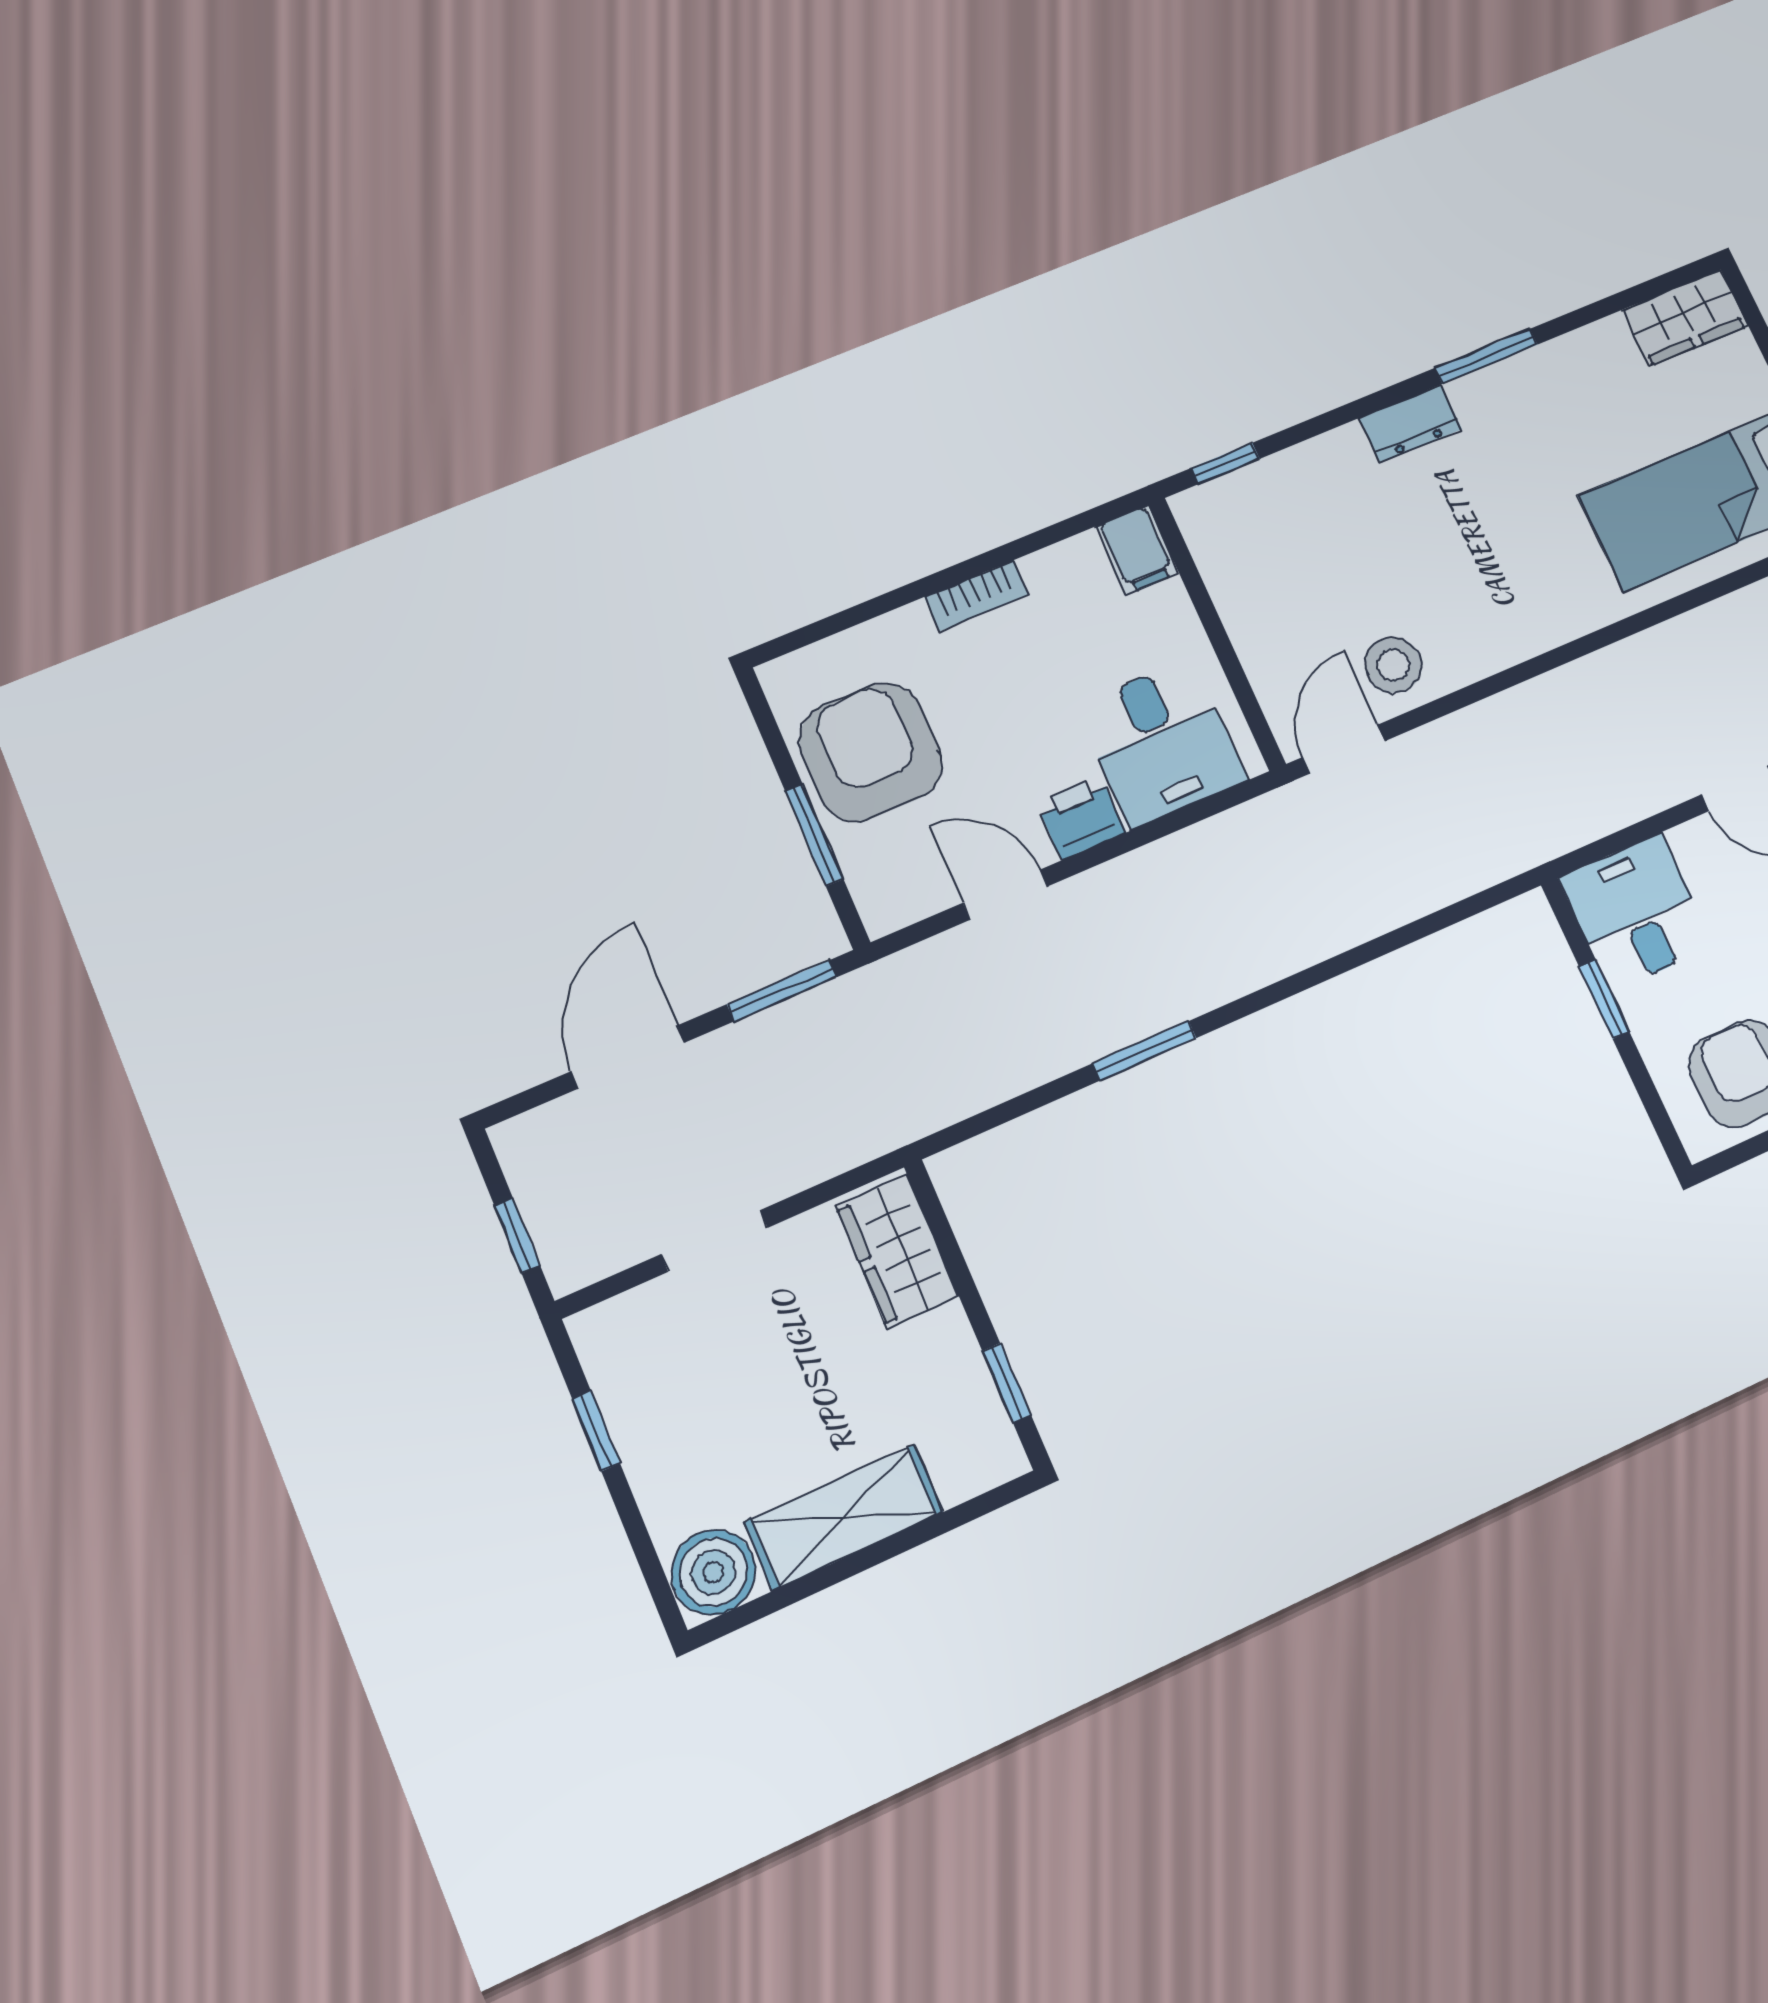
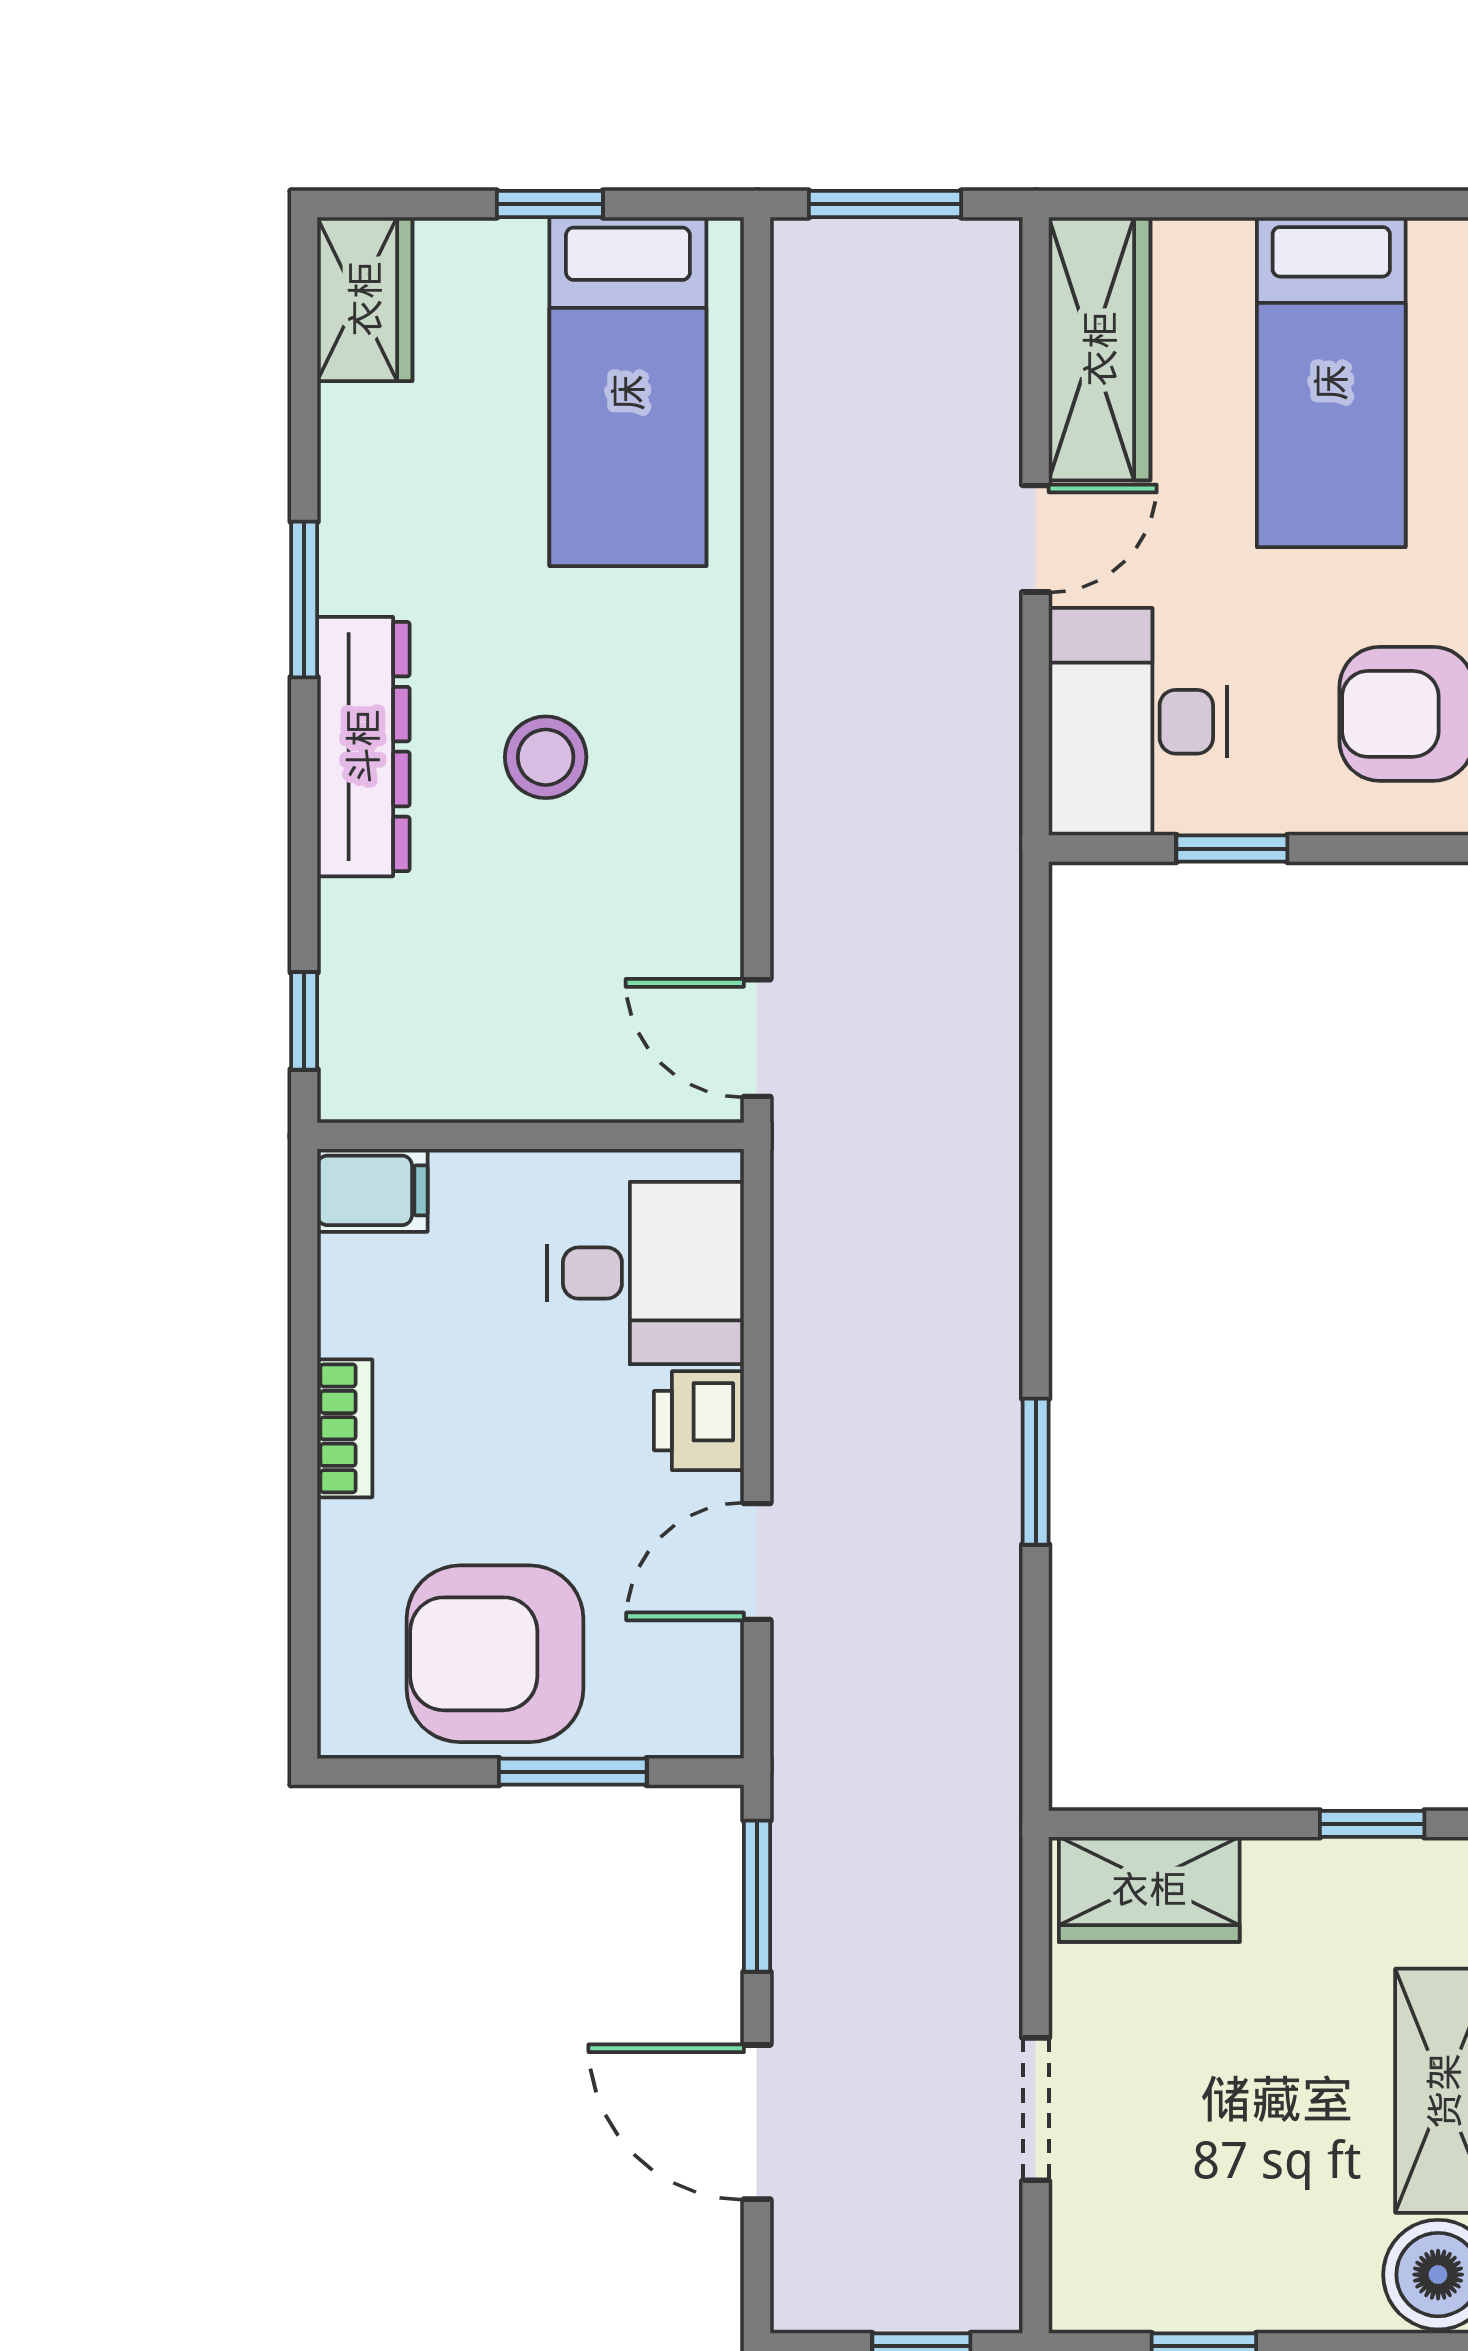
dresser: (1410, 424) -> (363, 747), width x1.96, depth x1.24
stool: (1393, 665) -> (546, 757), moved
desk: (1636, 912) -> (1138, 722), width x1.37

